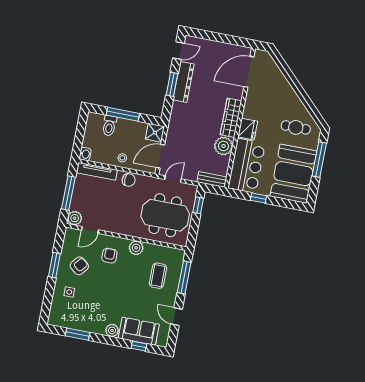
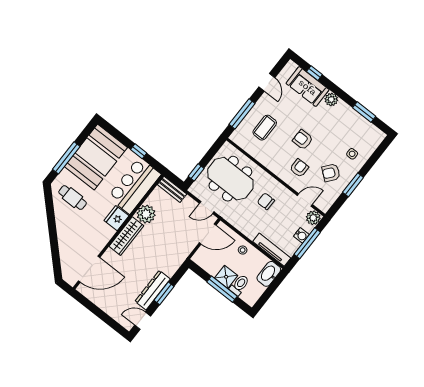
shower: (155, 133) -> (226, 277), moved
washbasin: (85, 154) -> (269, 274), width x1.91, depth x1.45
chair: (129, 180) -> (266, 201), moved
water cooler: (77, 197) -> (301, 235), added
plant: (136, 248) -> (272, 163), removed
armchair: (109, 256) -> (299, 168), turned 180
armchair: (119, 282) -> (303, 140), added

